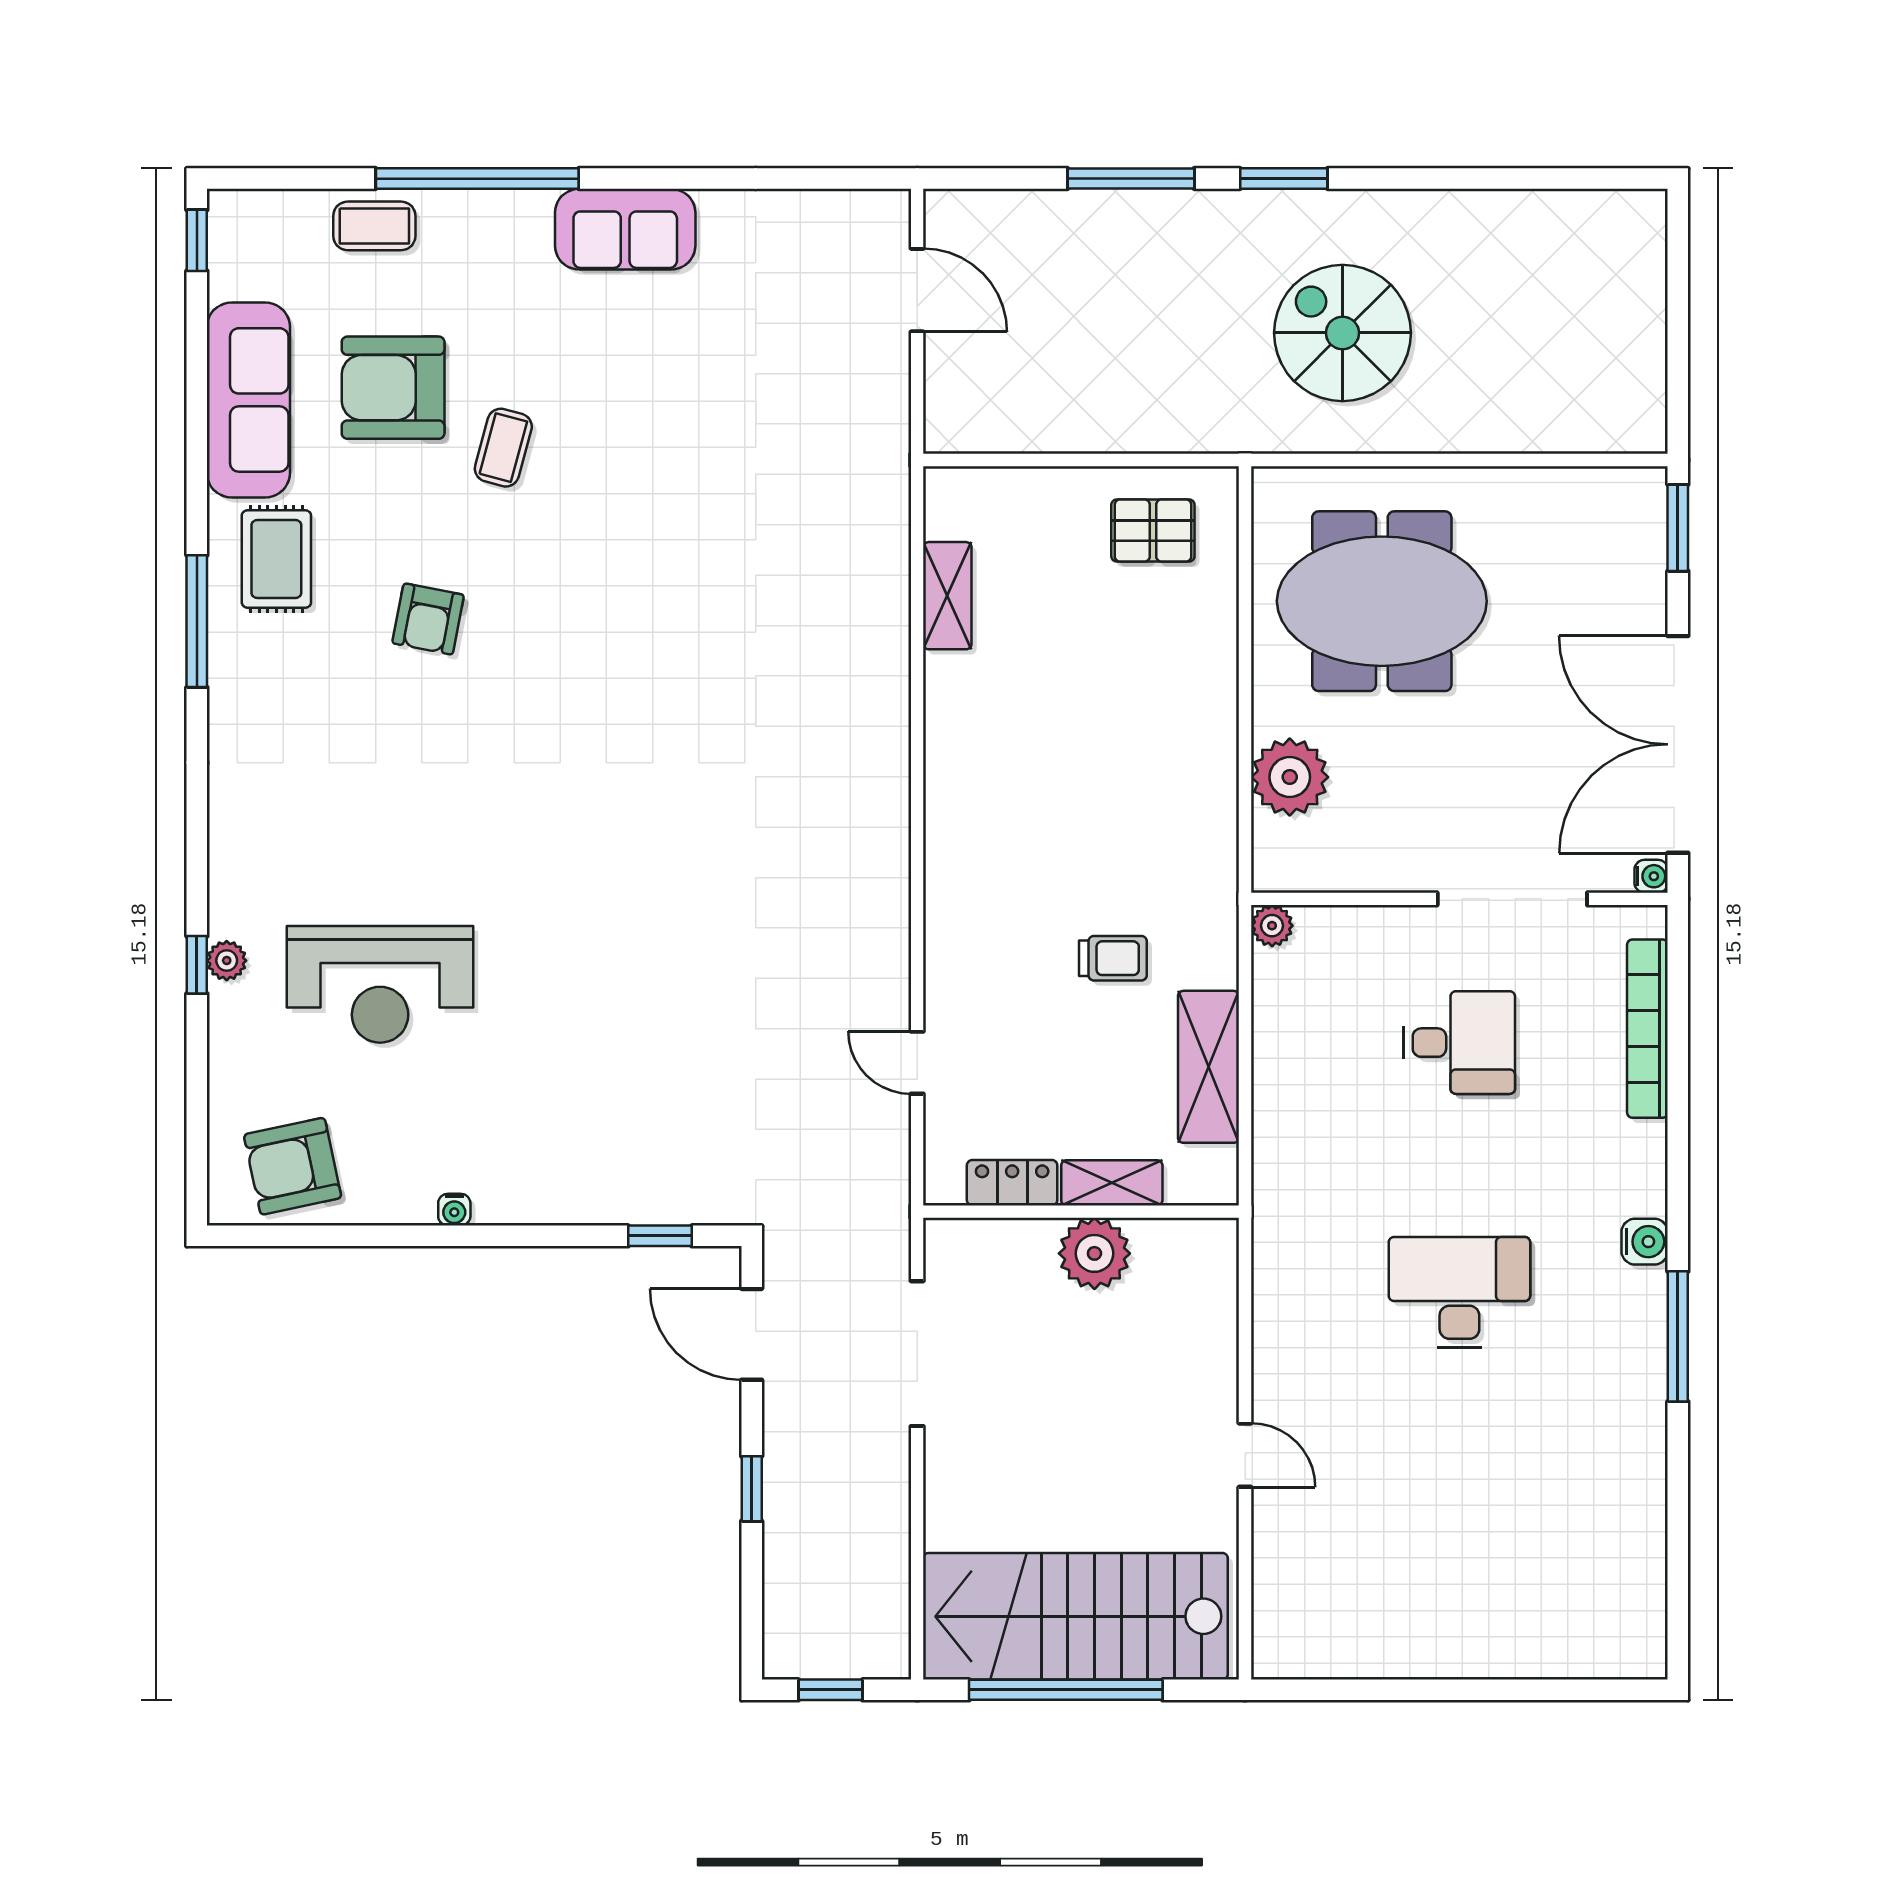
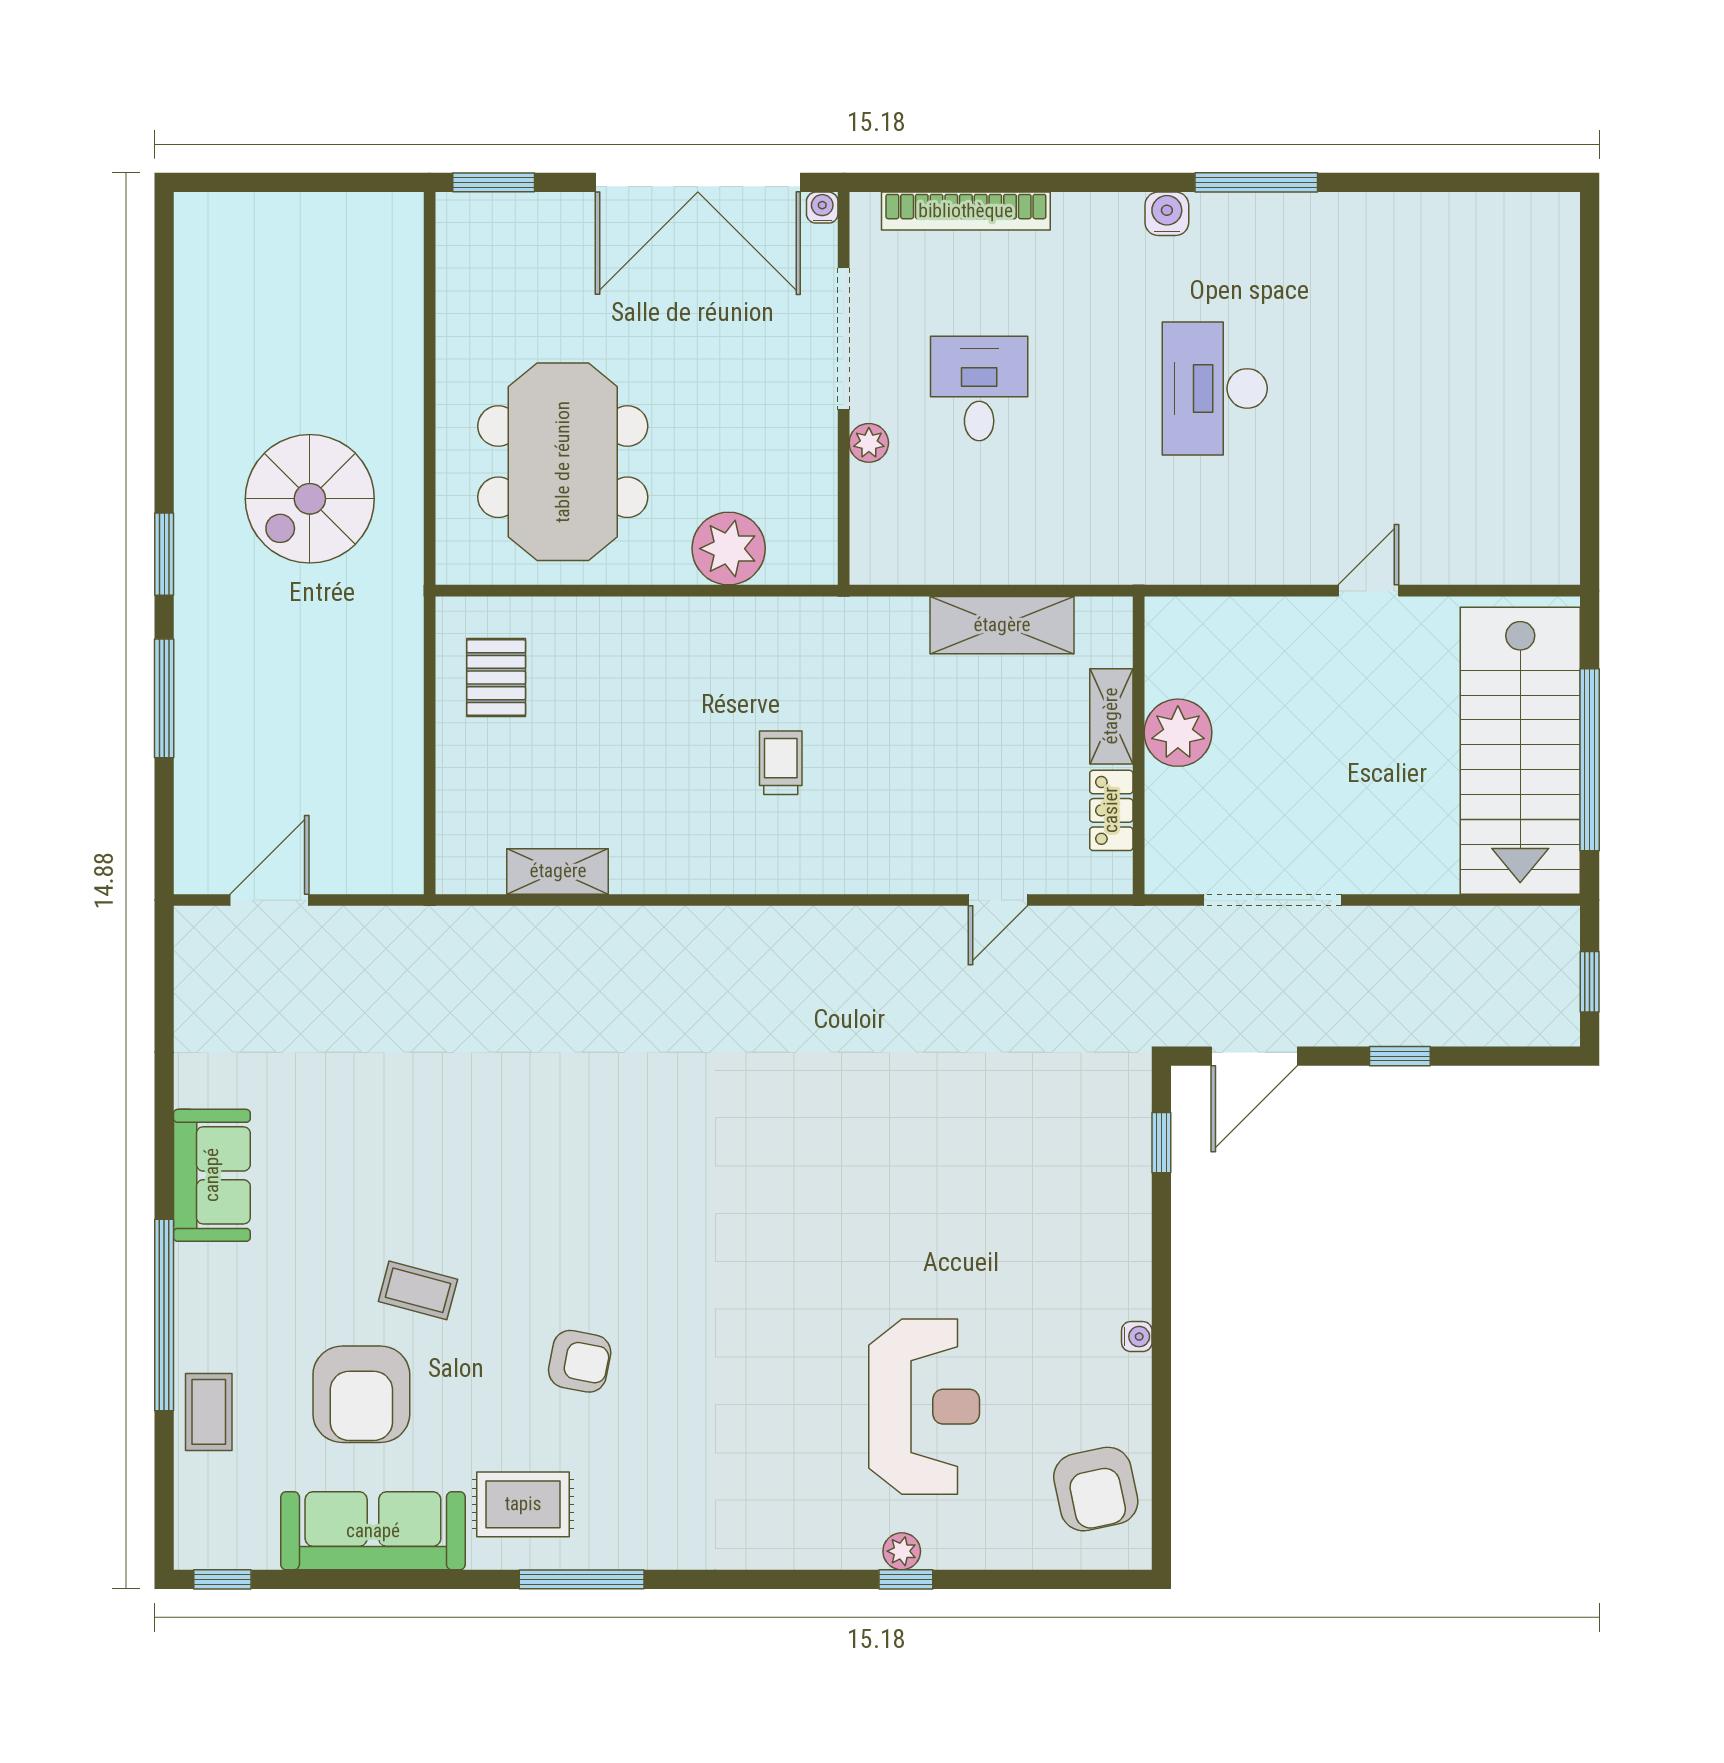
plant: (1272, 926) -> (869, 443), moved
trolley: (1113, 958) -> (781, 763), moved

